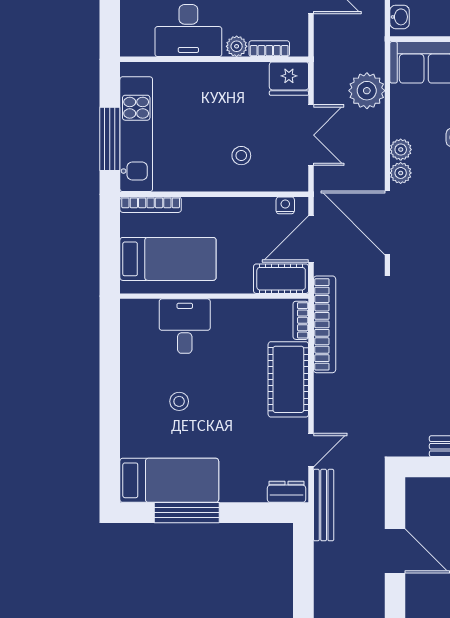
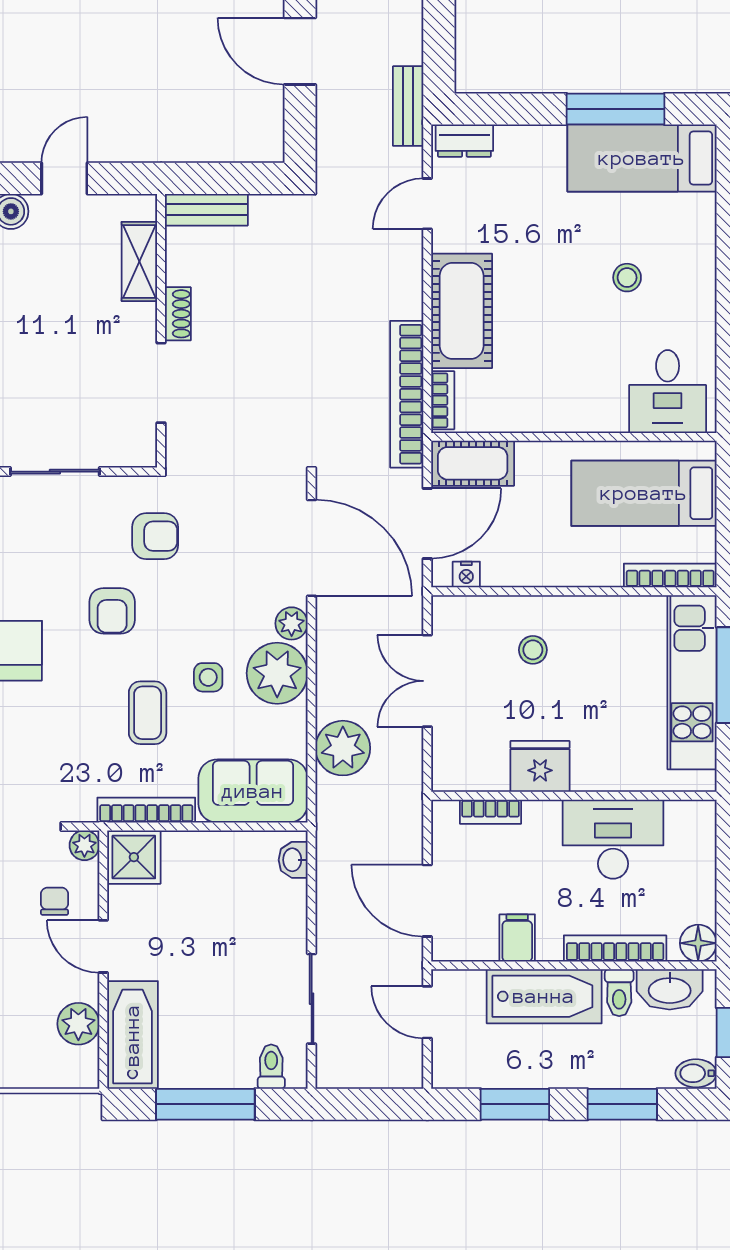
plant: (237, 46) -> (540, 815), removed
fridge: (289, 79) -> (540, 766), moved
plant: (401, 150) -> (277, 673), width x1.87, depth x1.87
desk: (185, 326) -> (668, 392), moved
bench: (324, 505) -> (408, 106), width x0.73

